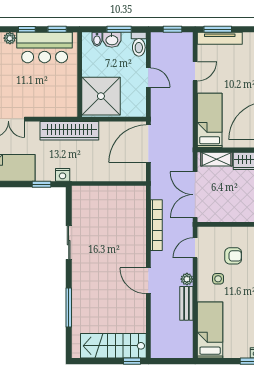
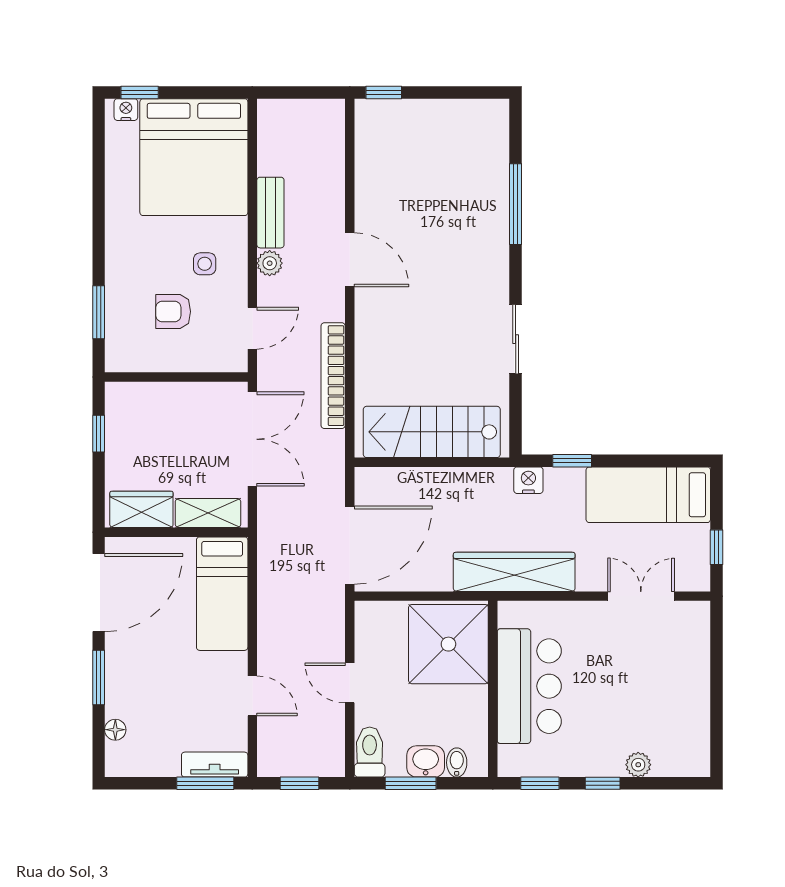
tv unit: (220, 38) -> (215, 765), width x0.71
bar counter: (45, 48) -> (529, 686), moved, turned 90
door: (195, 71) -> (252, 696), swing flipped
bed: (210, 330) -> (194, 157), width x2.04
stairs: (113, 346) -> (432, 432), moved, turned 180

